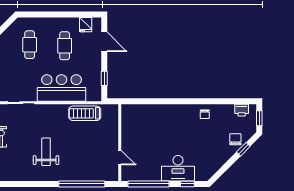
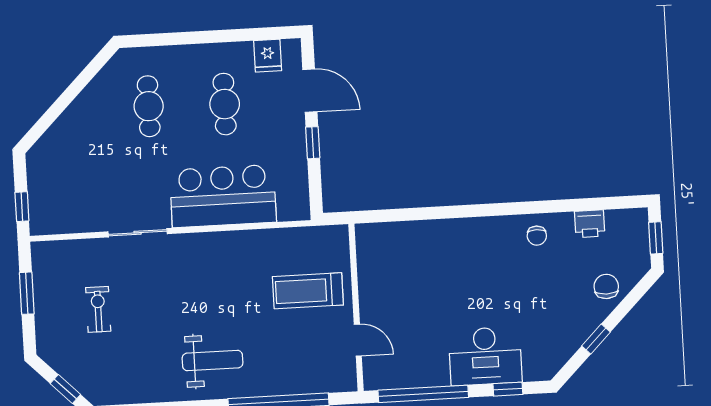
window: (104, 78) -> (313, 143), moved
printer: (242, 110) -> (590, 224), moved
treadmill: (85, 113) -> (308, 291), moved
window: (243, 149) -> (596, 339), moved
weight bench: (46, 152) -> (212, 361), moved, turned 90

